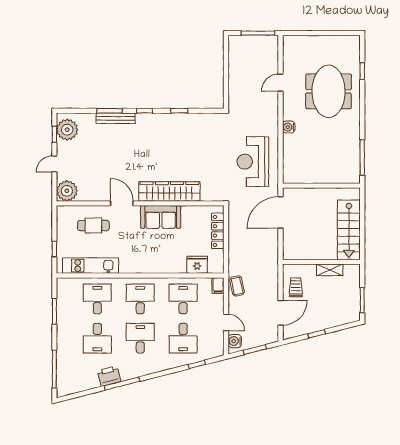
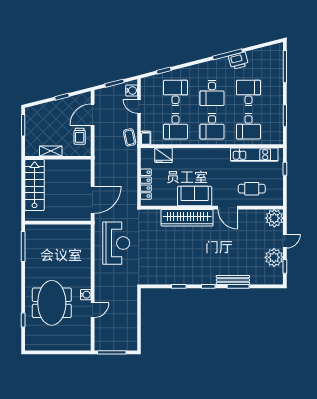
water cooler: (289, 127) -> (86, 295), moved
plant: (67, 130) -> (274, 257), moved

